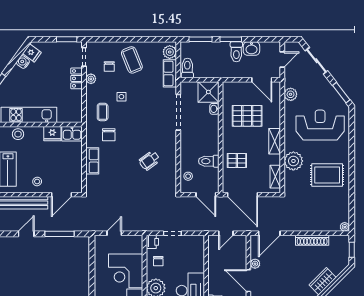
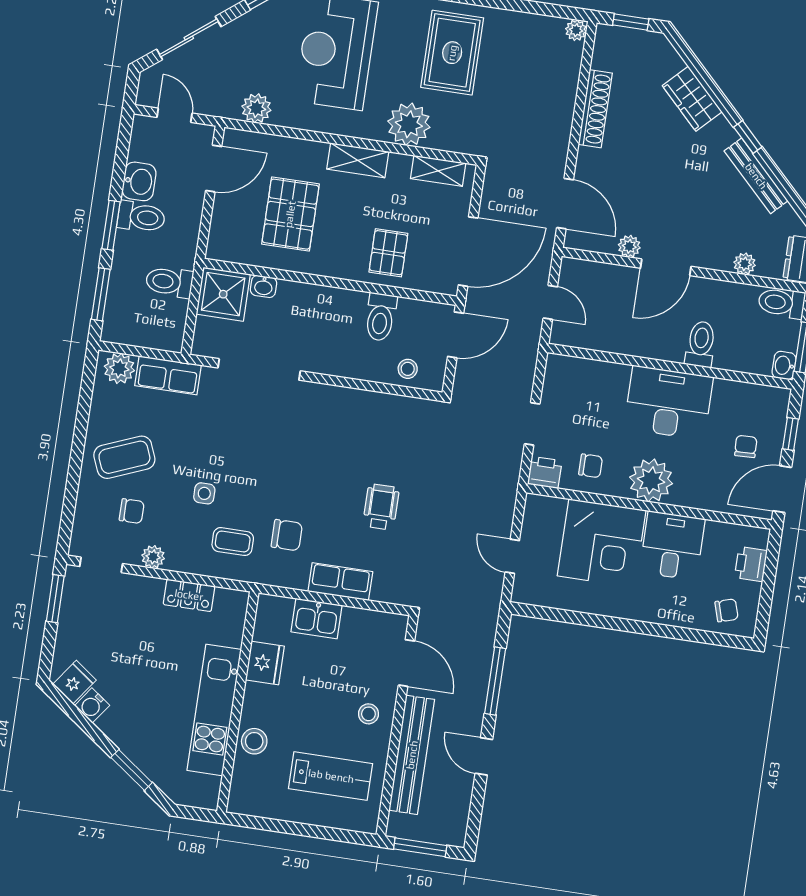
toilet: (187, 68) -> (169, 282), moved
locker: (77, 78) -> (189, 595), moved
kitchen sink: (72, 134) -> (317, 619), moved, turned 90
wheelchair: (149, 160) -> (381, 507), moved, turned -144

